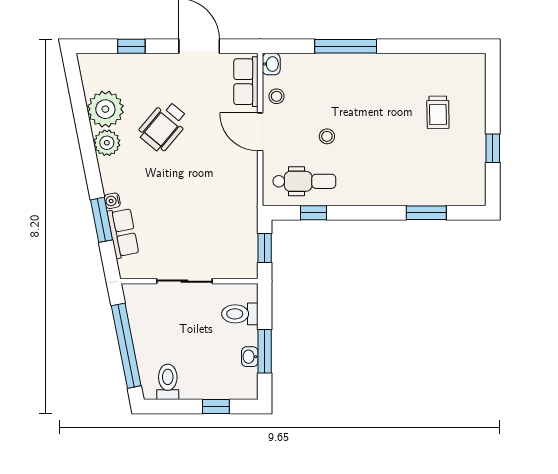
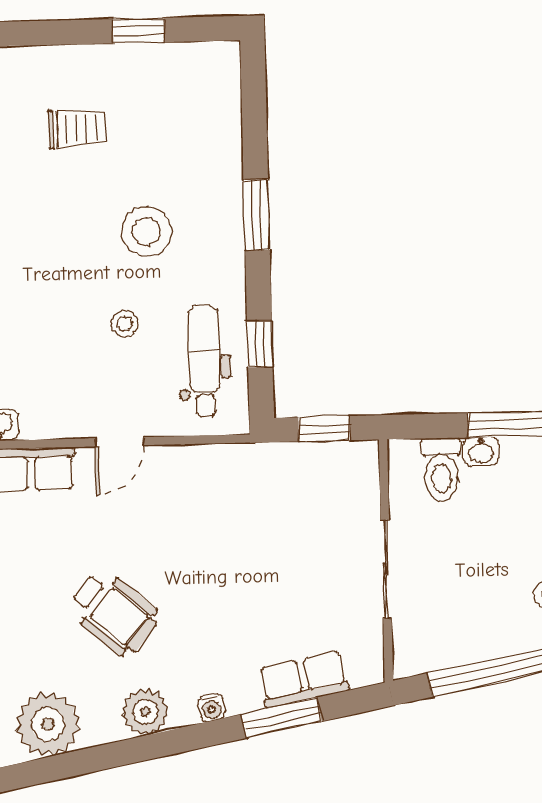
stool: (277, 96) -> (146, 232), moved, width x1.89, depth x1.89
plant: (105, 109) -> (48, 724), moved
door: (260, 132) -> (120, 442), width x0.73
water cooler: (112, 201) -> (211, 708), moved
window: (426, 213) -> (257, 215), moved
washbasin: (250, 357) -> (481, 451), moved

